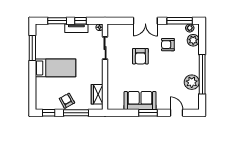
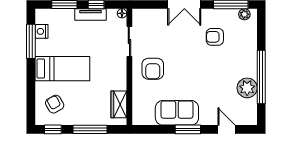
plant: (193, 40) -> (249, 31), removed
nightstand: (40, 41) -> (41, 31), added
armchair: (140, 56) -> (153, 69), moved
armchair: (67, 101) -> (55, 104), moved

